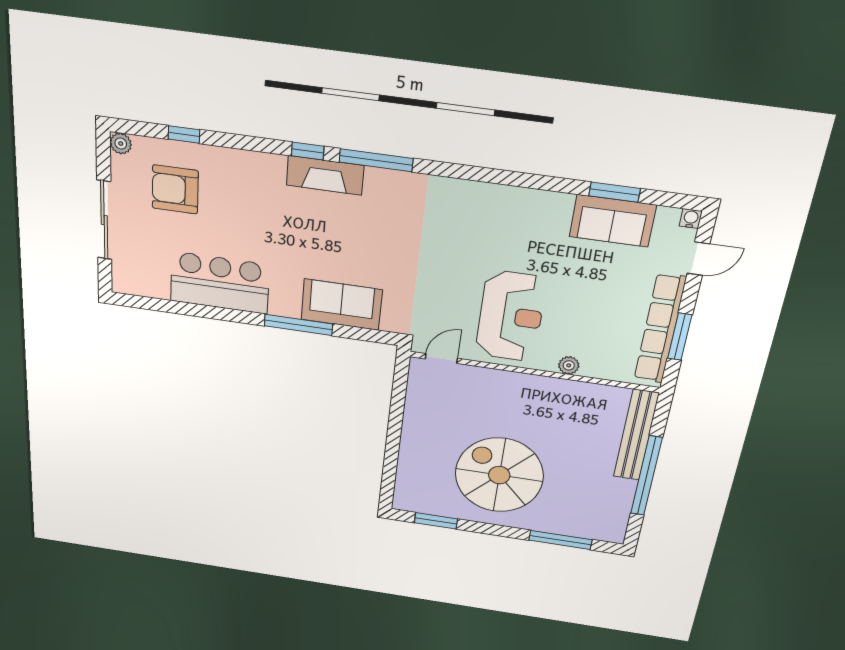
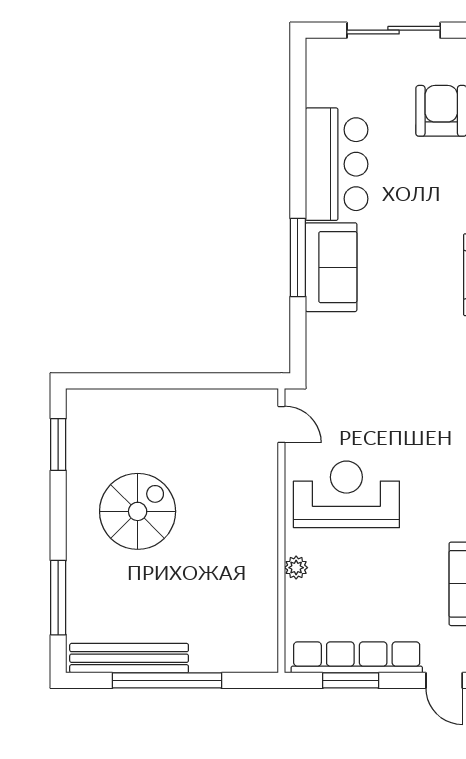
sofa: (341, 305) -> (331, 267), moved
reception desk: (511, 316) -> (346, 494), turned 180
bench: (636, 435) -> (129, 658), moved
spiral stairs: (499, 475) -> (138, 511), width x0.73, depth x0.73

